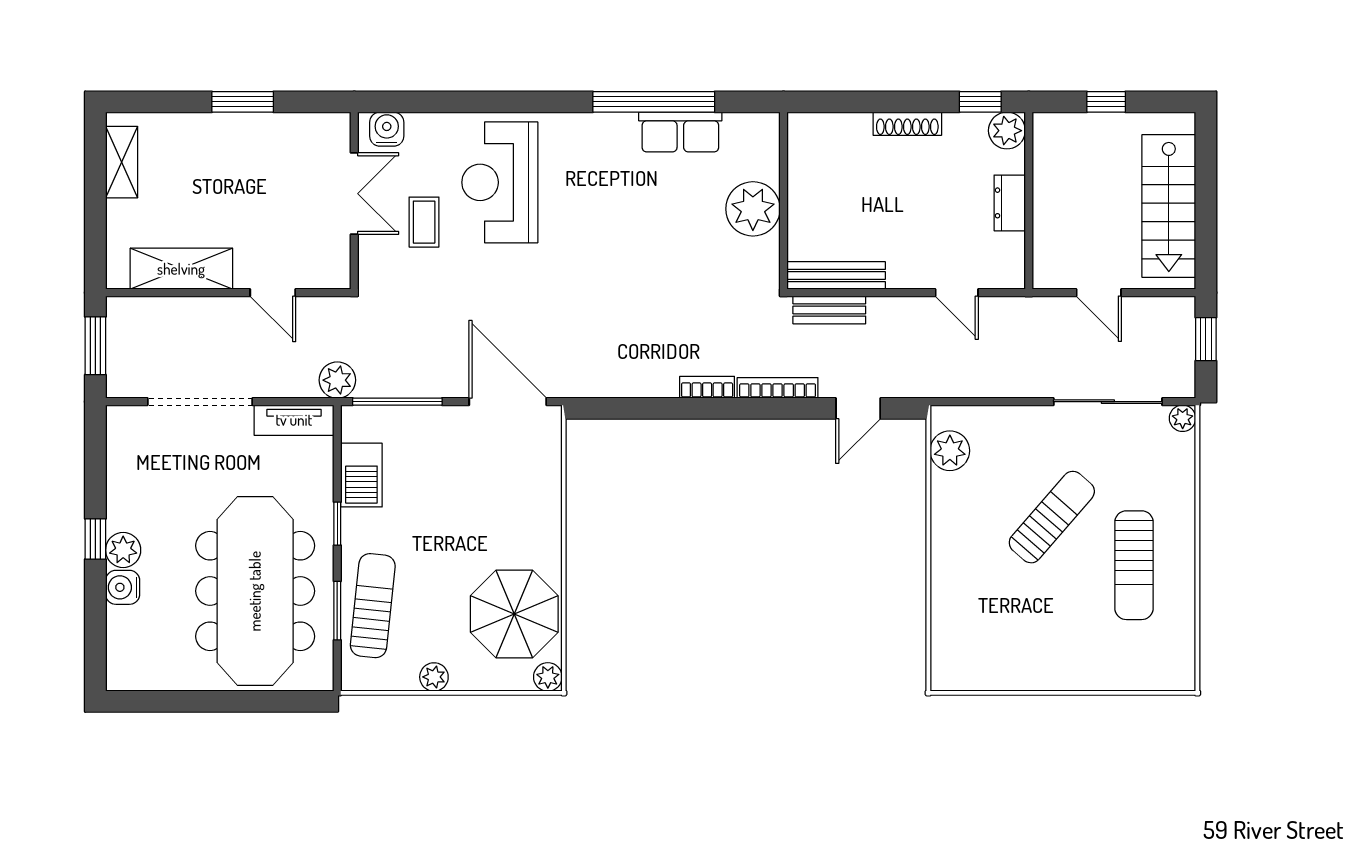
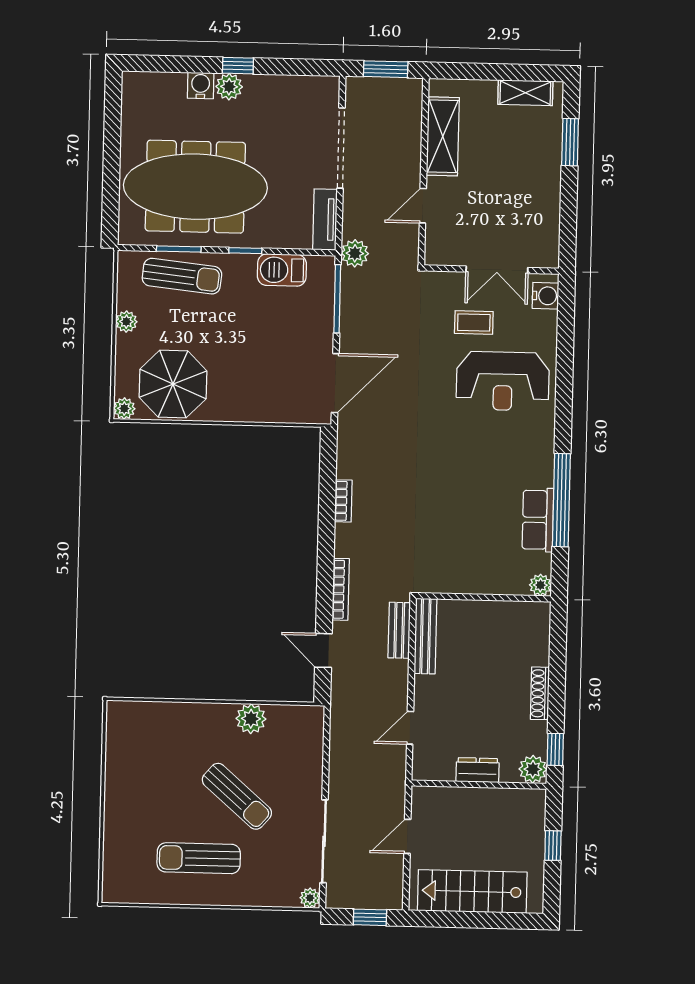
window: (243, 102) -> (570, 142), moved
reception desk: (500, 182) -> (503, 381), turned 180
plant: (753, 209) -> (540, 585), moved, width x0.53, depth x0.53
bookcase: (707, 387) -> (343, 501), moved
plant: (950, 451) -> (251, 719), moved

